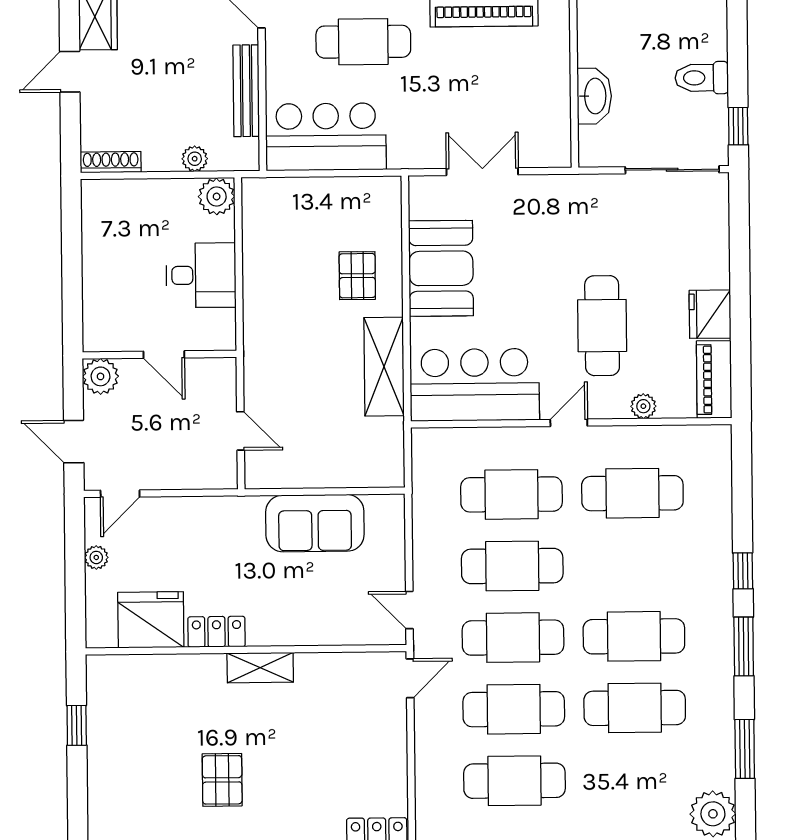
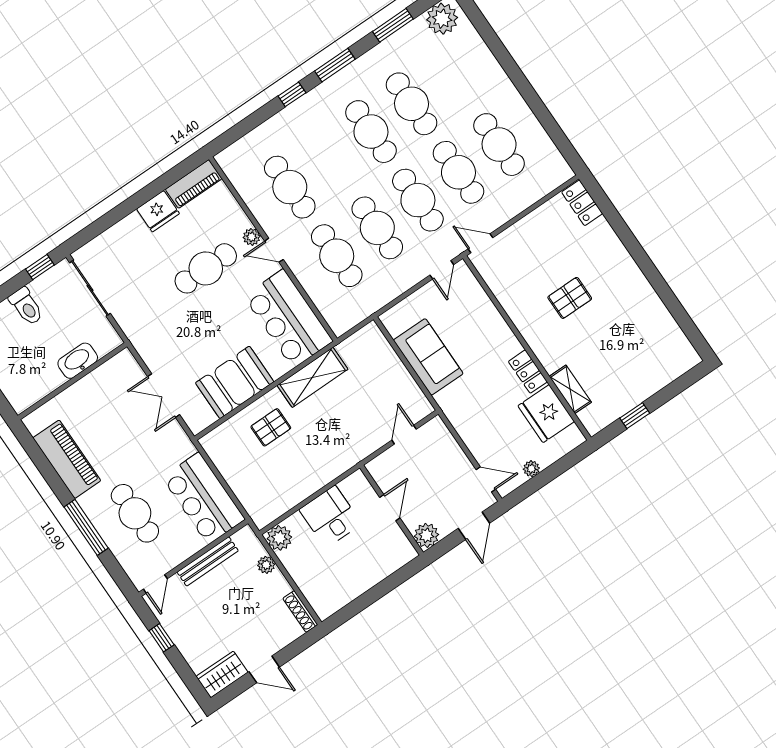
plant: (643, 406) -> (252, 237), moved
shelving: (260, 668) -> (570, 389), moved
pallet: (222, 780) -> (570, 298), moved

